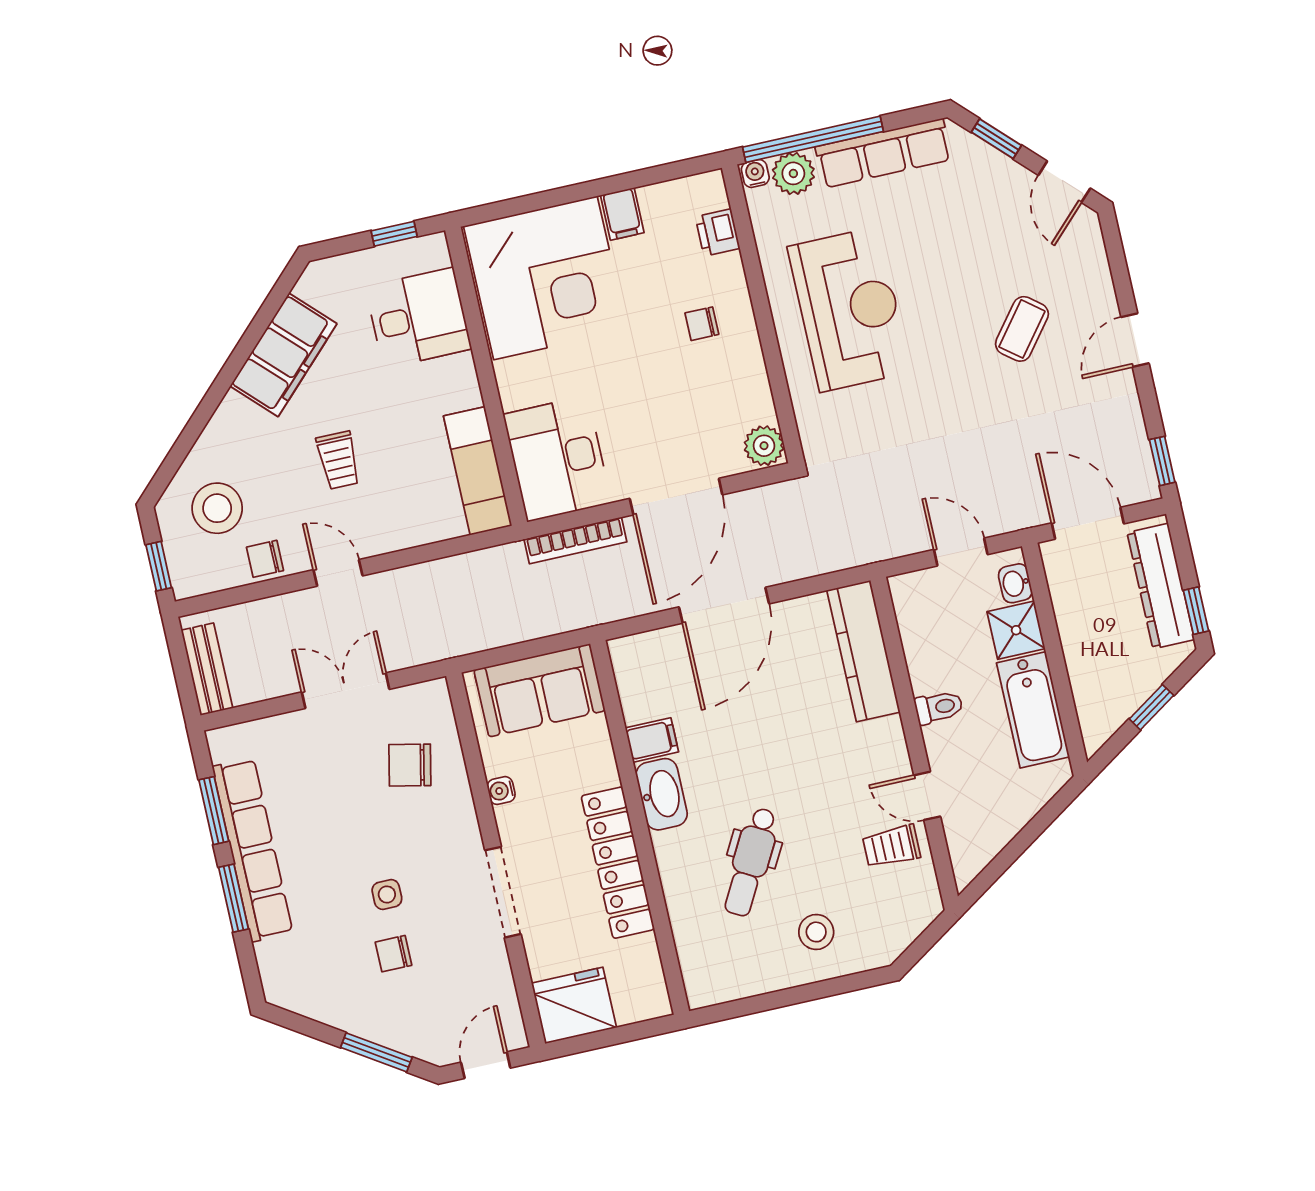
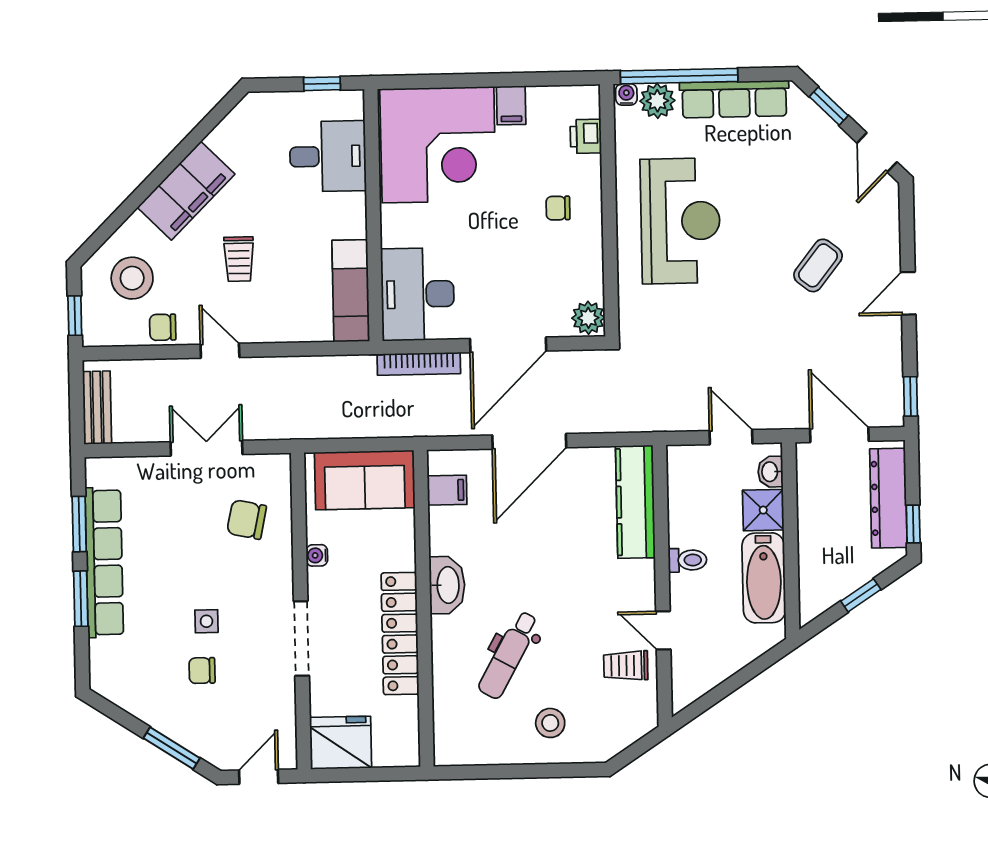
filing cabinet: (283, 355) -> (186, 191), moved
filing cabinet: (652, 740) -> (447, 490), moved

